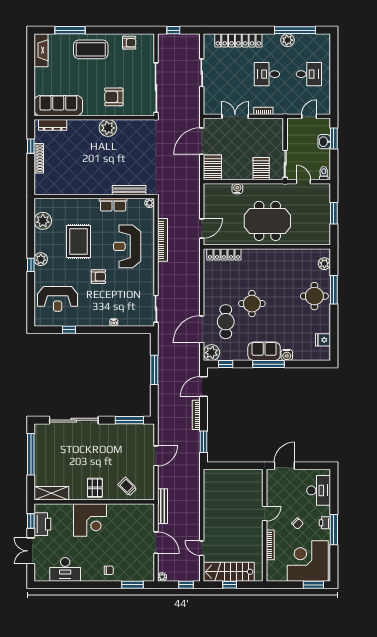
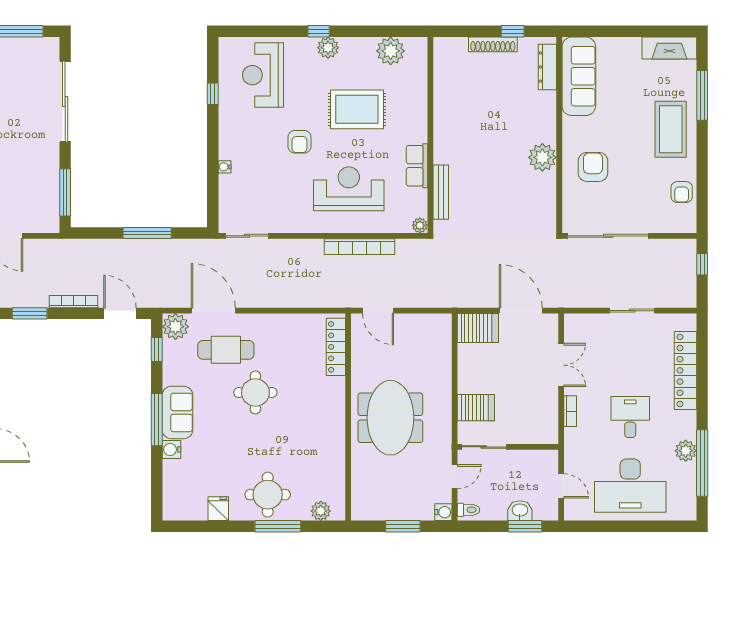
desk: (309, 74) -> (630, 486), width x1.87, depth x1.30
water cooler: (237, 189) -> (443, 512), moved
fridge: (323, 340) -> (218, 509), moved

